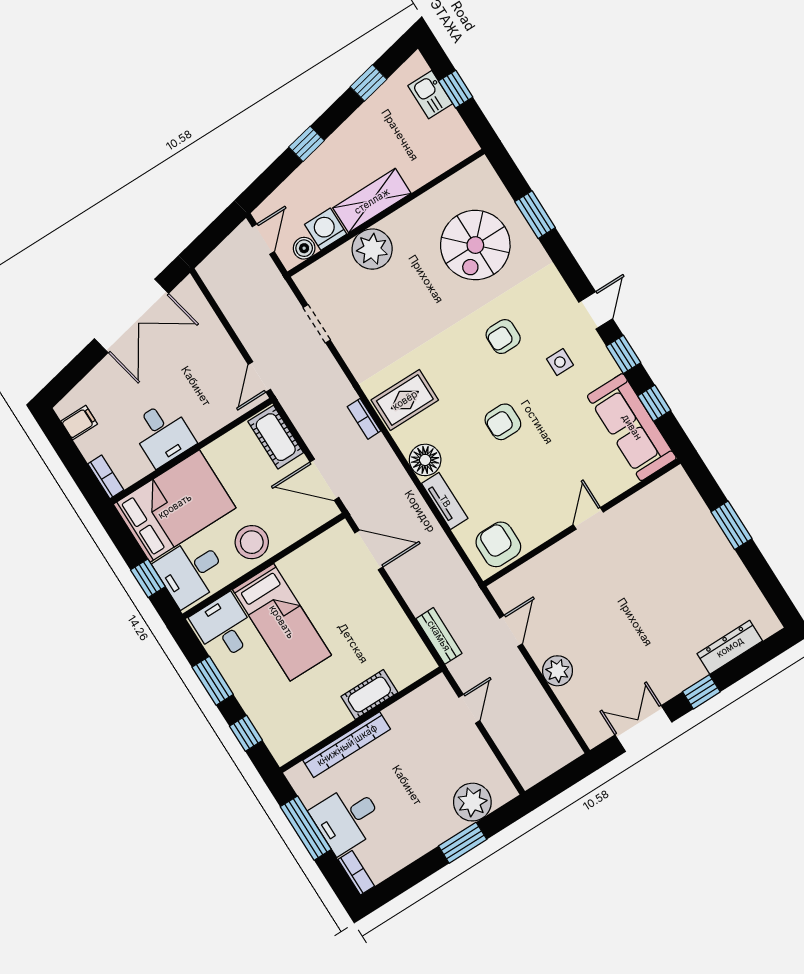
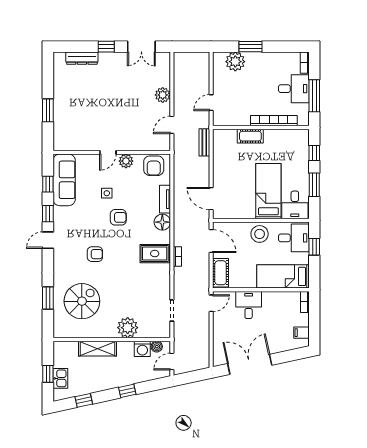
shelving: (372, 201) -> (97, 349), moved
side table: (560, 362) -> (107, 193), moved
desk: (163, 434) -> (249, 305), moved
bed: (175, 506) -> (283, 276), width x0.67
plant: (549, 523) -> (126, 161), added

